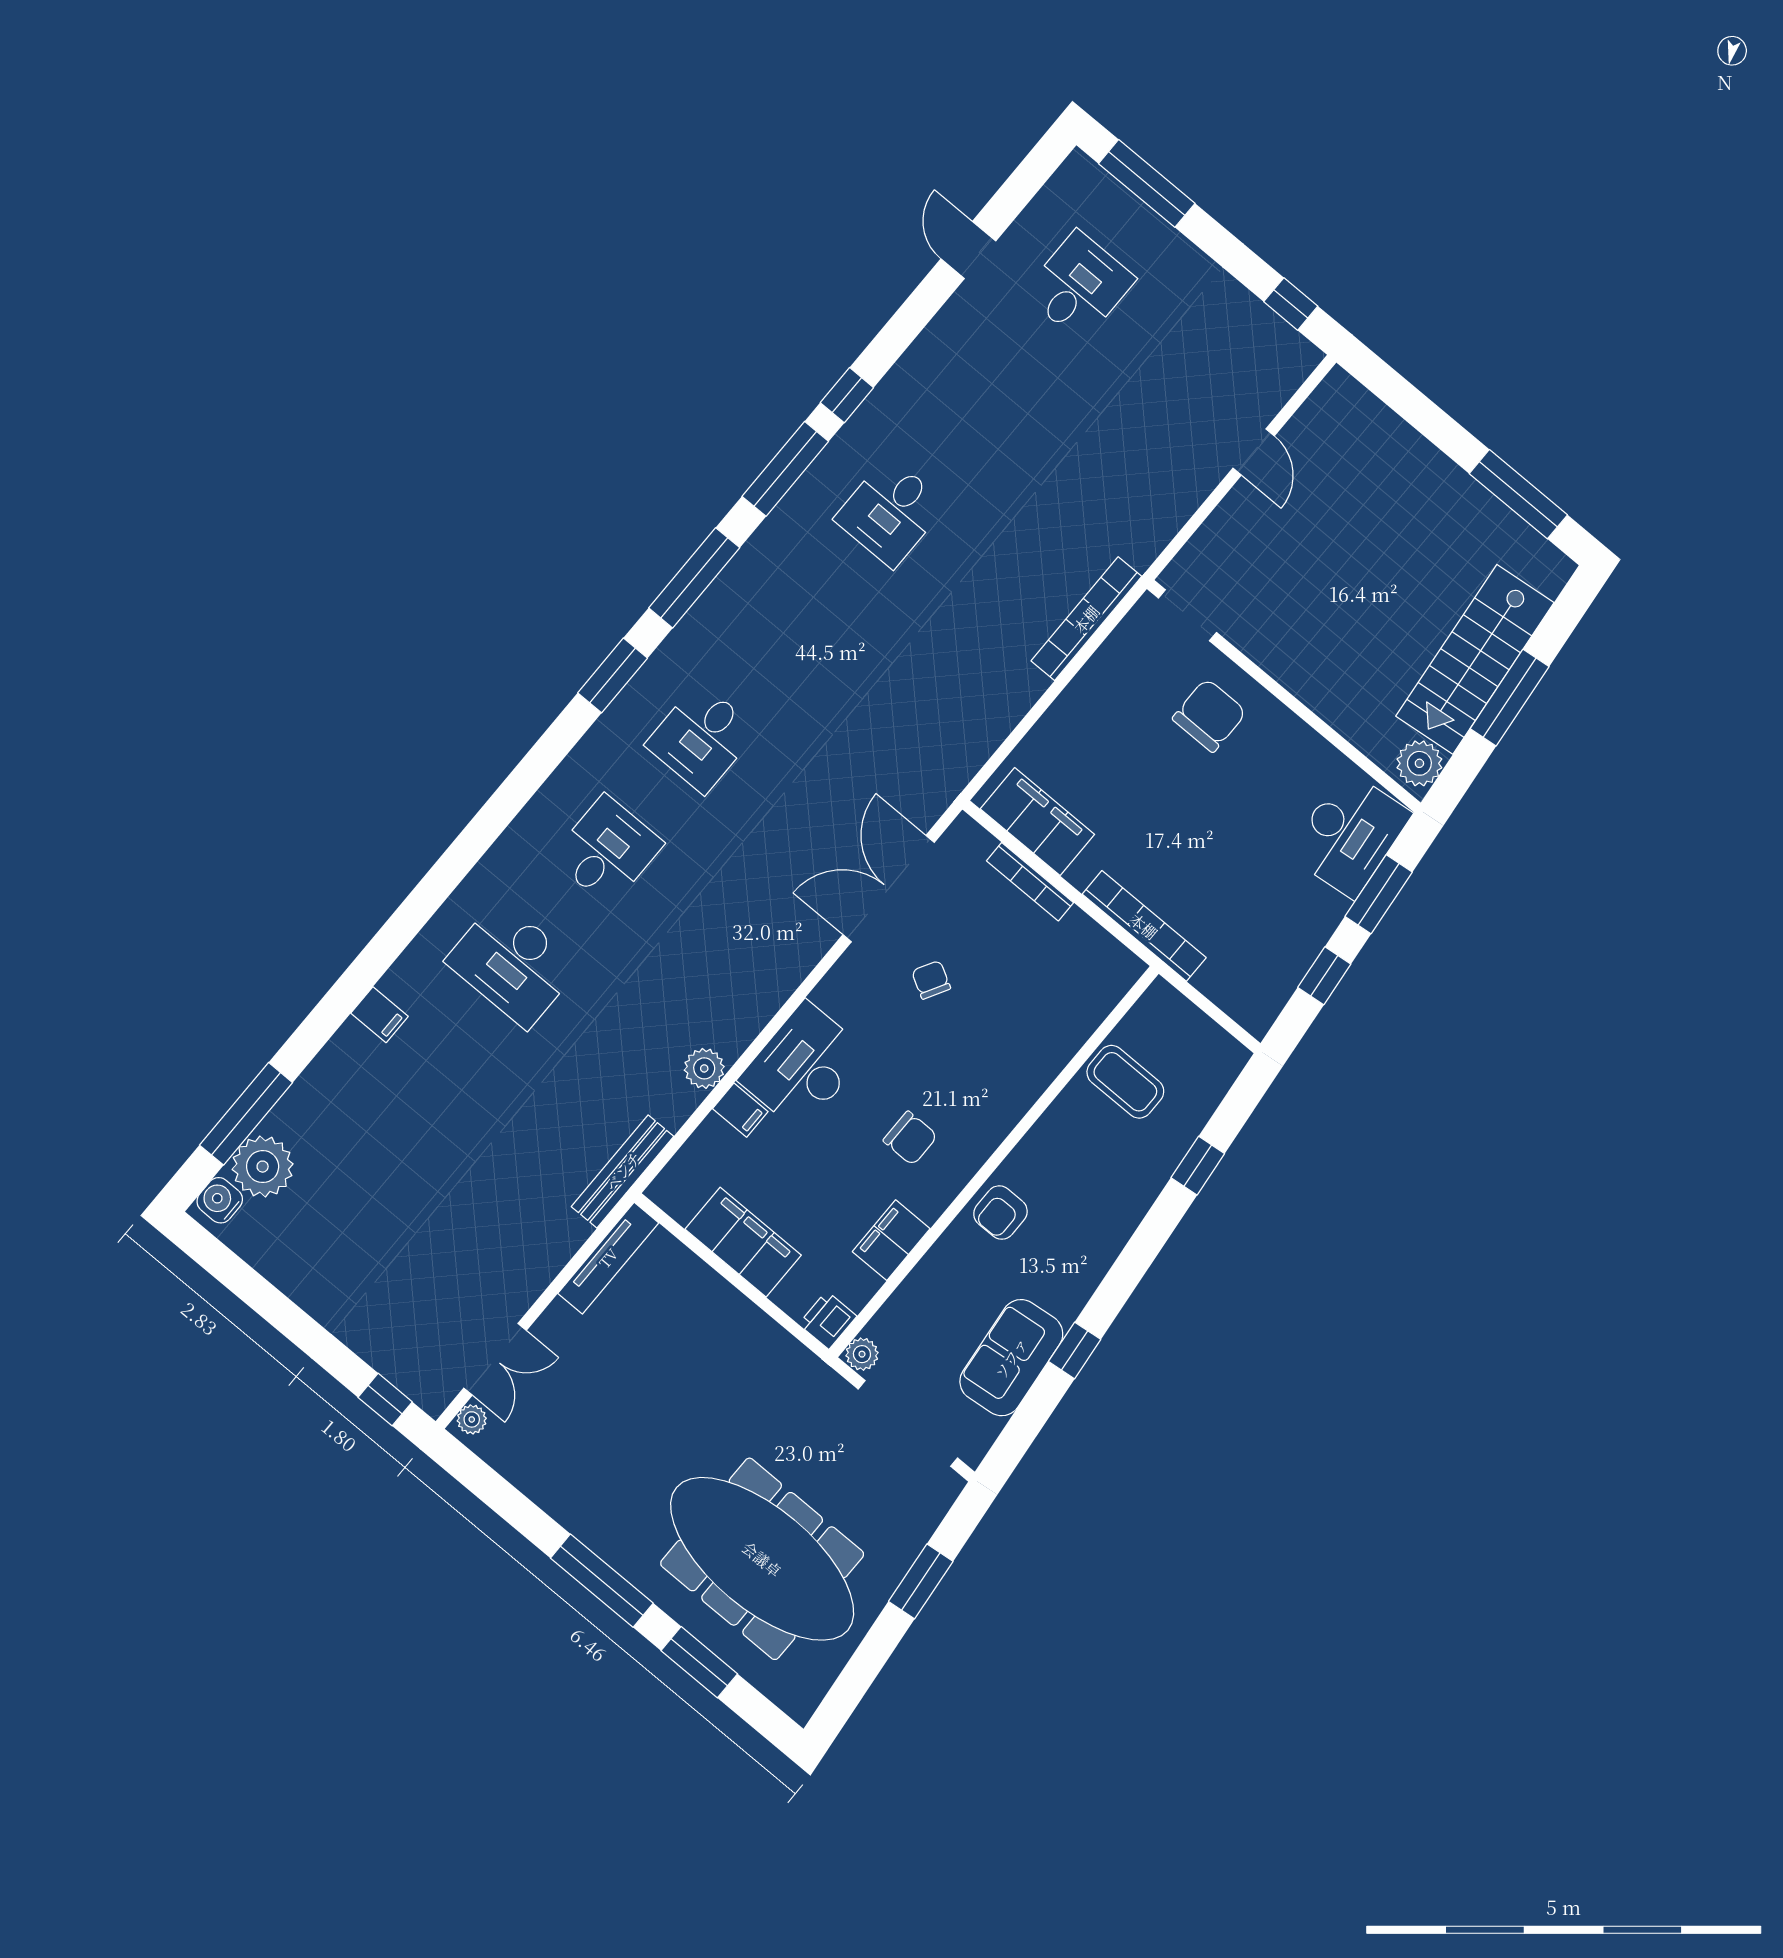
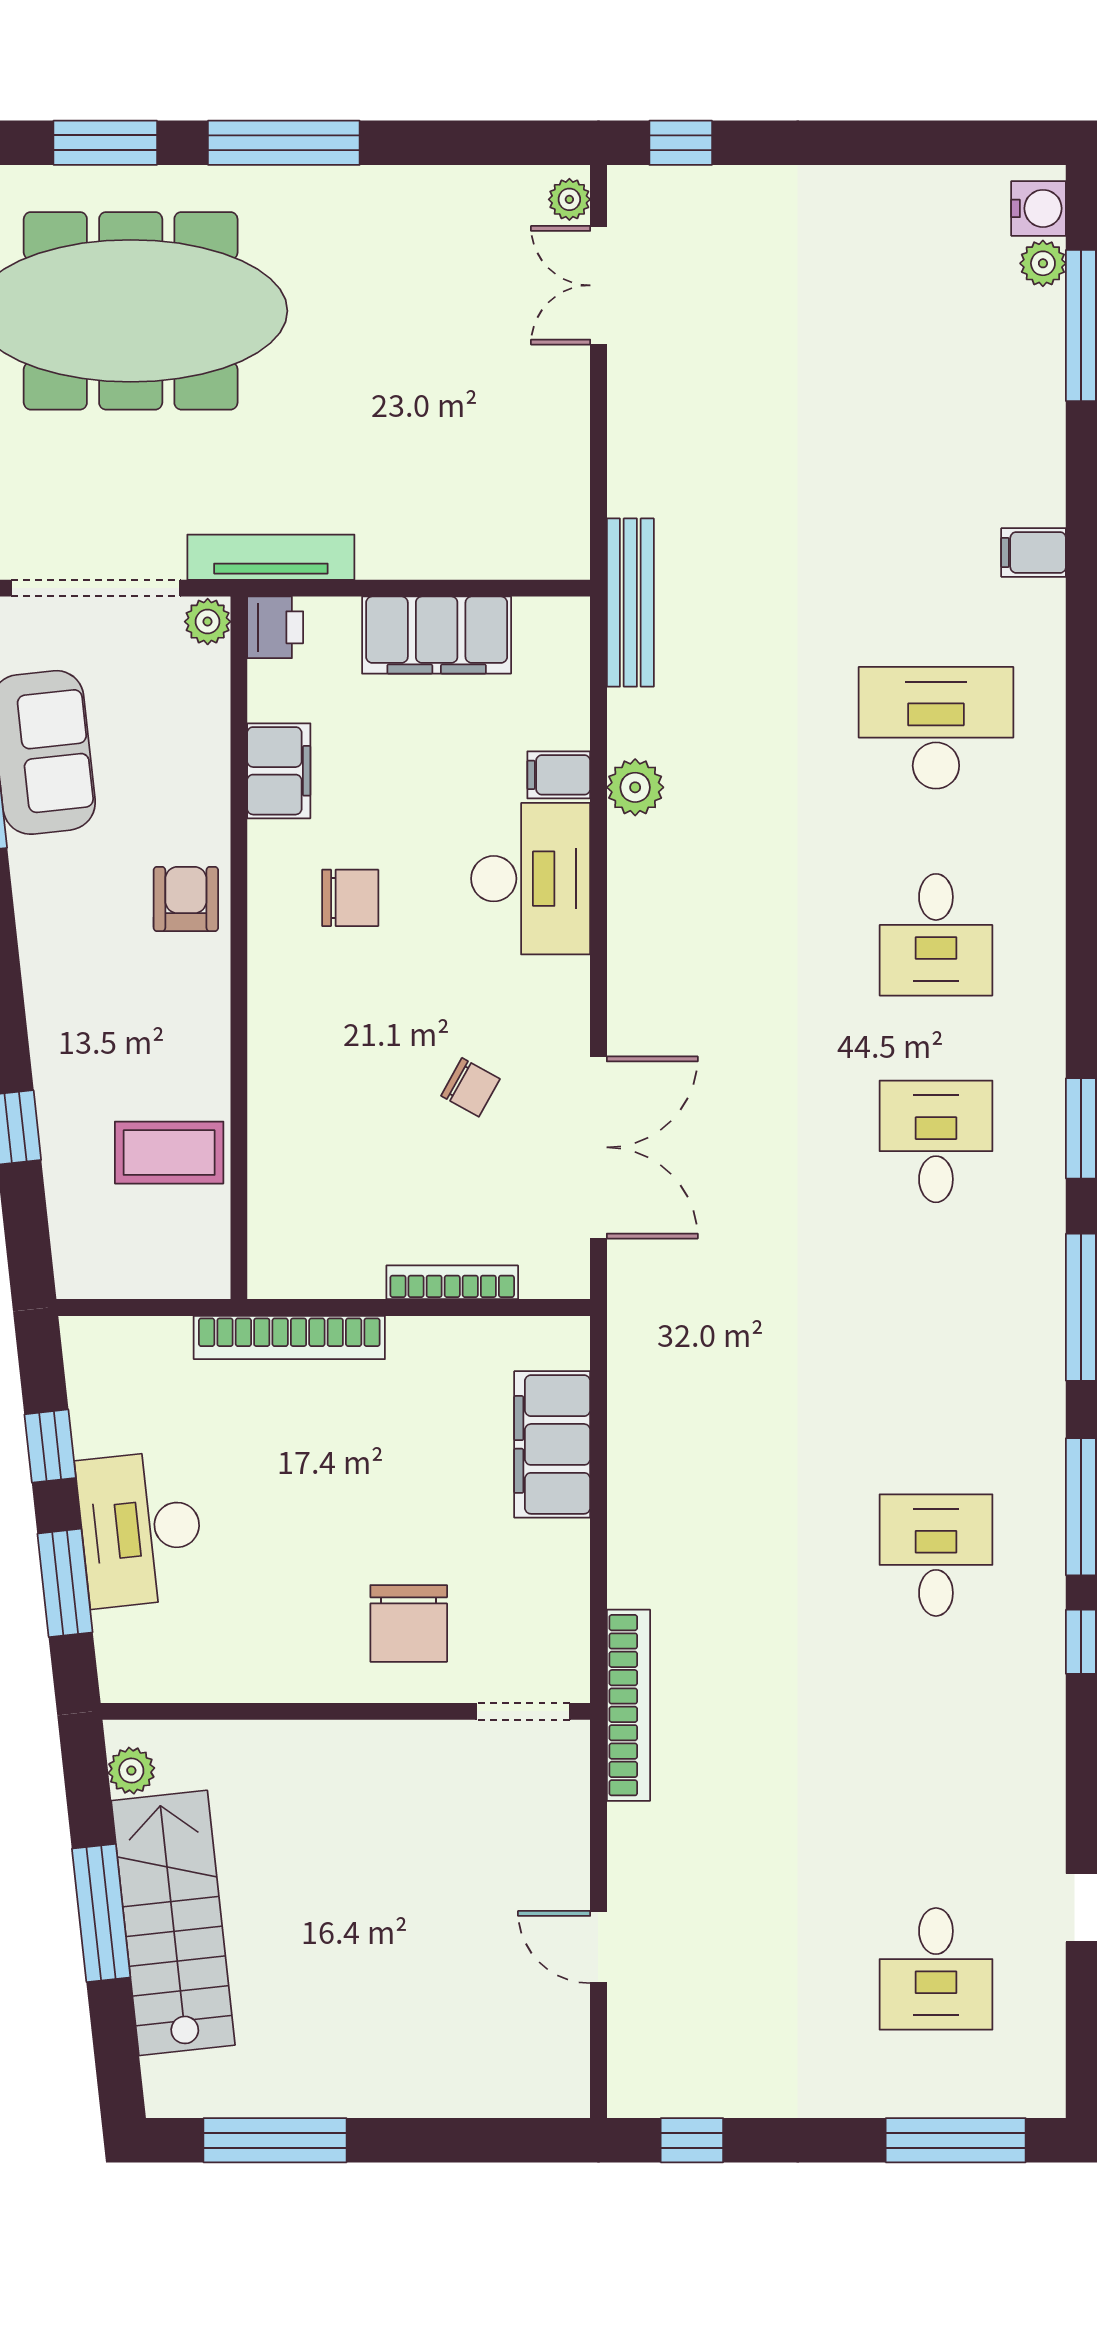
bookcase: (1086, 619) -> (628, 1705), moved
plant: (1419, 763) -> (131, 1771), width x0.73, depth x0.73
filing cabinet: (1037, 822) -> (552, 1444), moved, turned 90
desk: (1349, 834) -> (141, 1529), moved
chair: (910, 1138) -> (350, 898), turned 180
plant: (263, 1167) -> (1043, 263), width x0.53, depth x0.53
tv unit: (608, 1258) -> (271, 557), moved, turned 90

